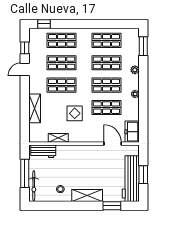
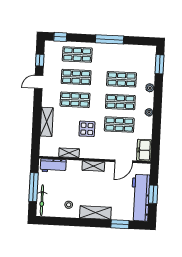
window: (93, 24) -> (110, 39), added
shop shelf: (106, 40) -> (123, 57), removed
door: (113, 144) -> (124, 161), swing flipped
shelving: (83, 150) -> (93, 166), added

